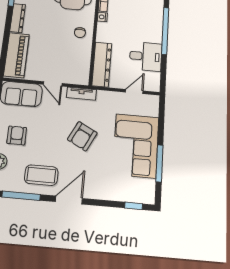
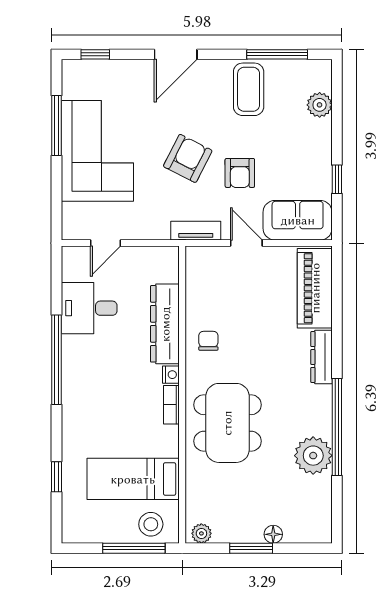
dresser: (102, 64) -> (165, 324), moved
armchair: (17, 135) -> (240, 173), moved
coffee table: (41, 175) -> (249, 89), turned 90
door: (69, 200) -> (176, 54), moved

